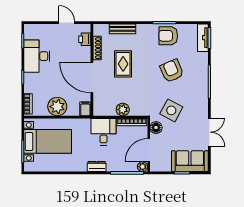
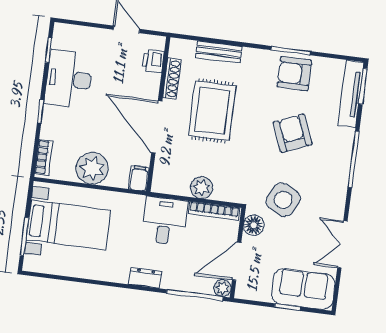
tv unit: (203, 38) -> (351, 94), width x1.41
rug: (123, 64) -> (212, 111), width x1.36, depth x1.43
double door: (209, 132) -> (342, 244), swing flipped

